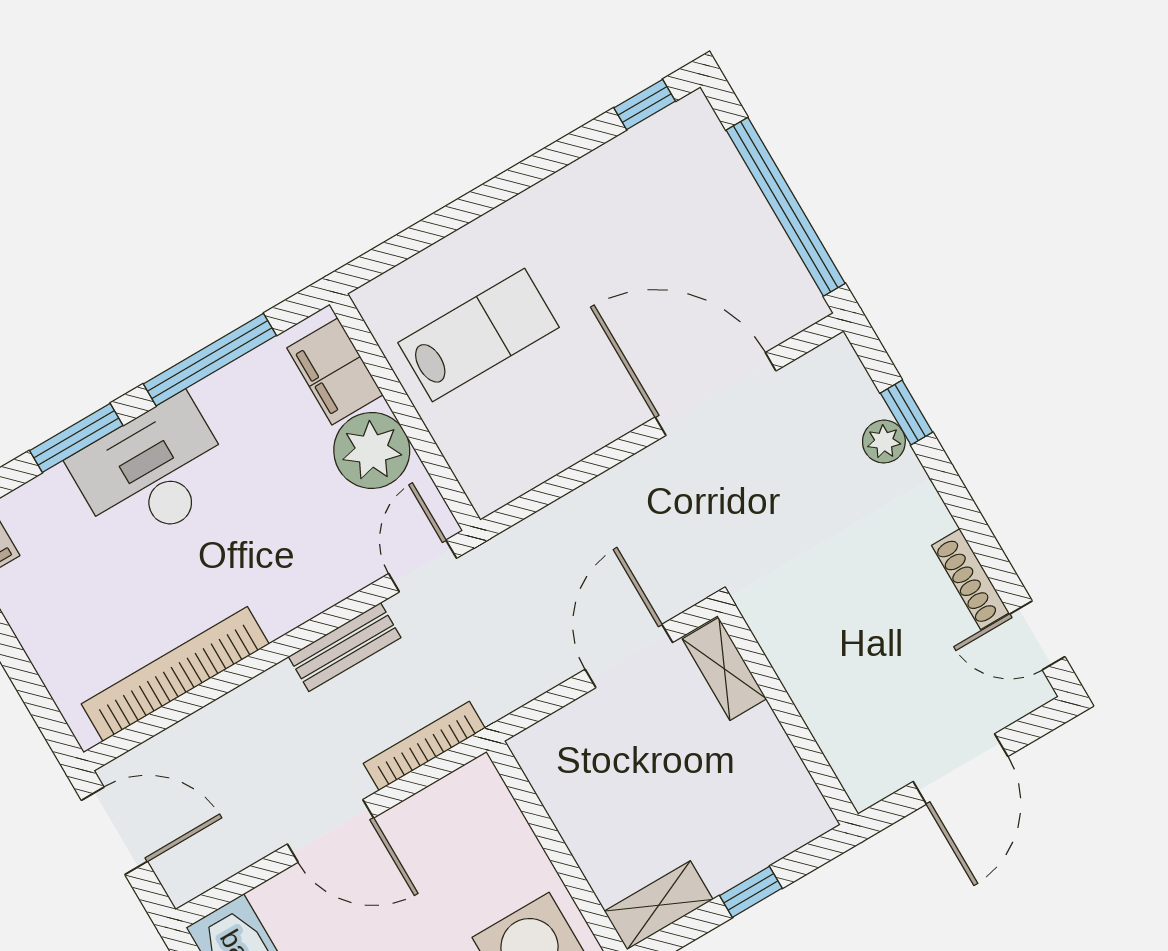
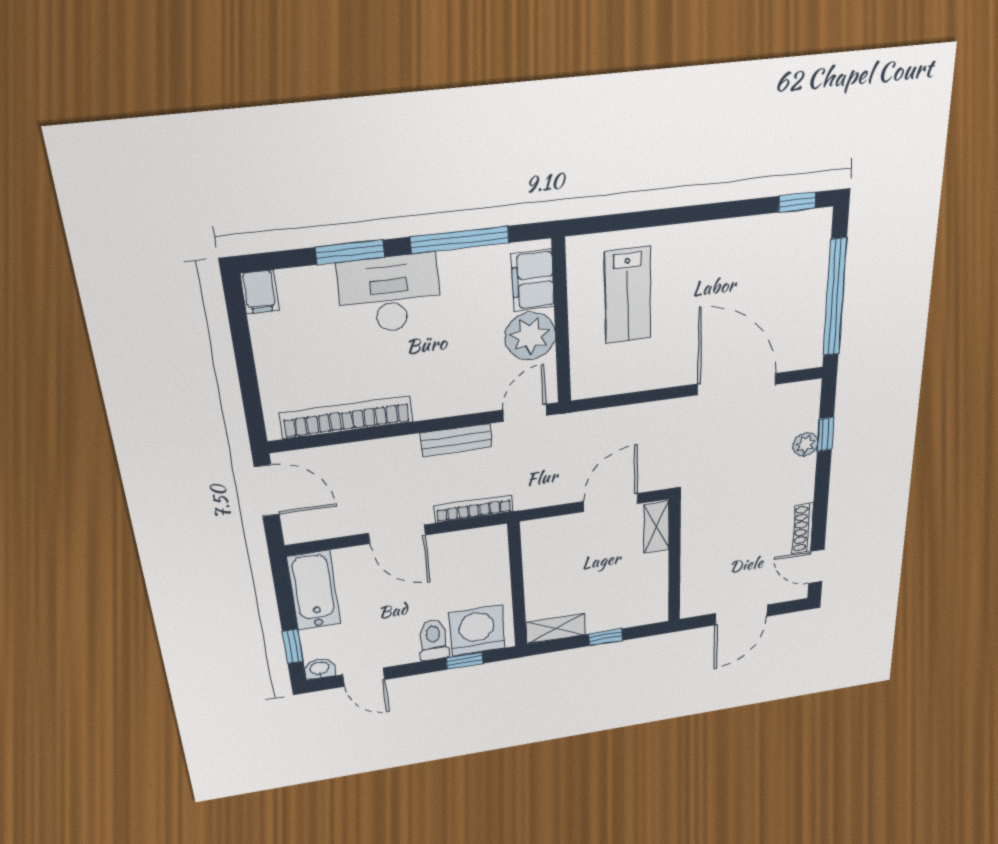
lab bench: (479, 335) -> (628, 296), turned 90

